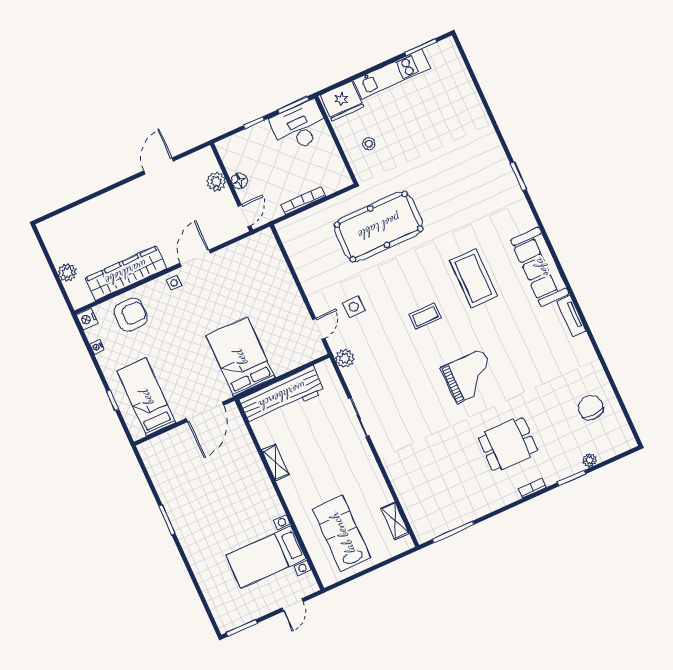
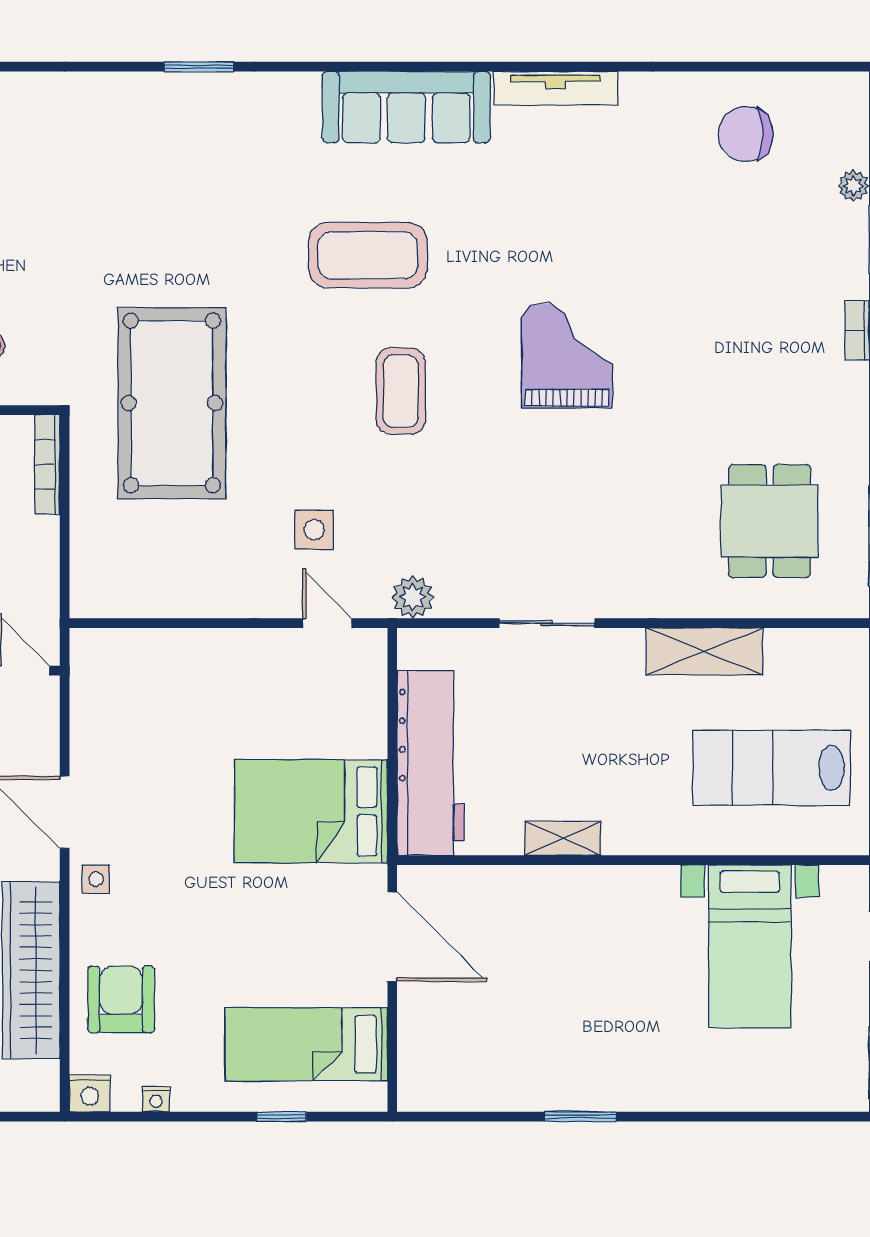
bookcase: (303, 201) -> (47, 464), moved
coffee table: (425, 316) -> (401, 391), width x1.36, depth x1.30
tv unit: (571, 316) -> (556, 88), width x1.41
dining table: (508, 444) -> (770, 521), moved
shelving: (395, 521) -> (704, 651), moved, width x1.50, depth x1.33

